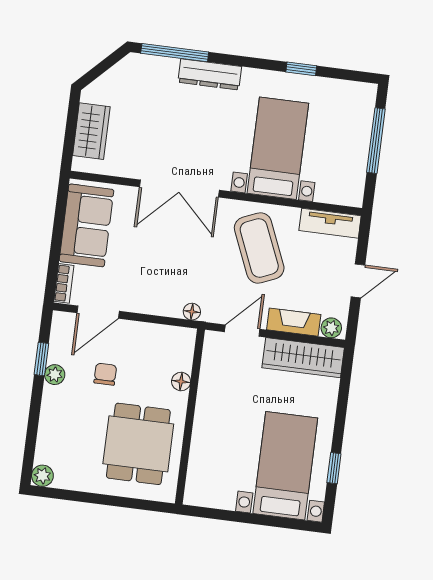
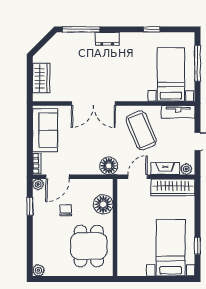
dresser: (210, 74) -> (107, 39), width x0.70
bed with nightstands: (278, 148) -> (171, 74), moved
floor lamp: (192, 312) -> (109, 166), width x1.89, depth x1.89
plant: (55, 375) -> (38, 184), moved
floor lamp: (181, 381) -> (103, 204), width x1.89, depth x1.89

